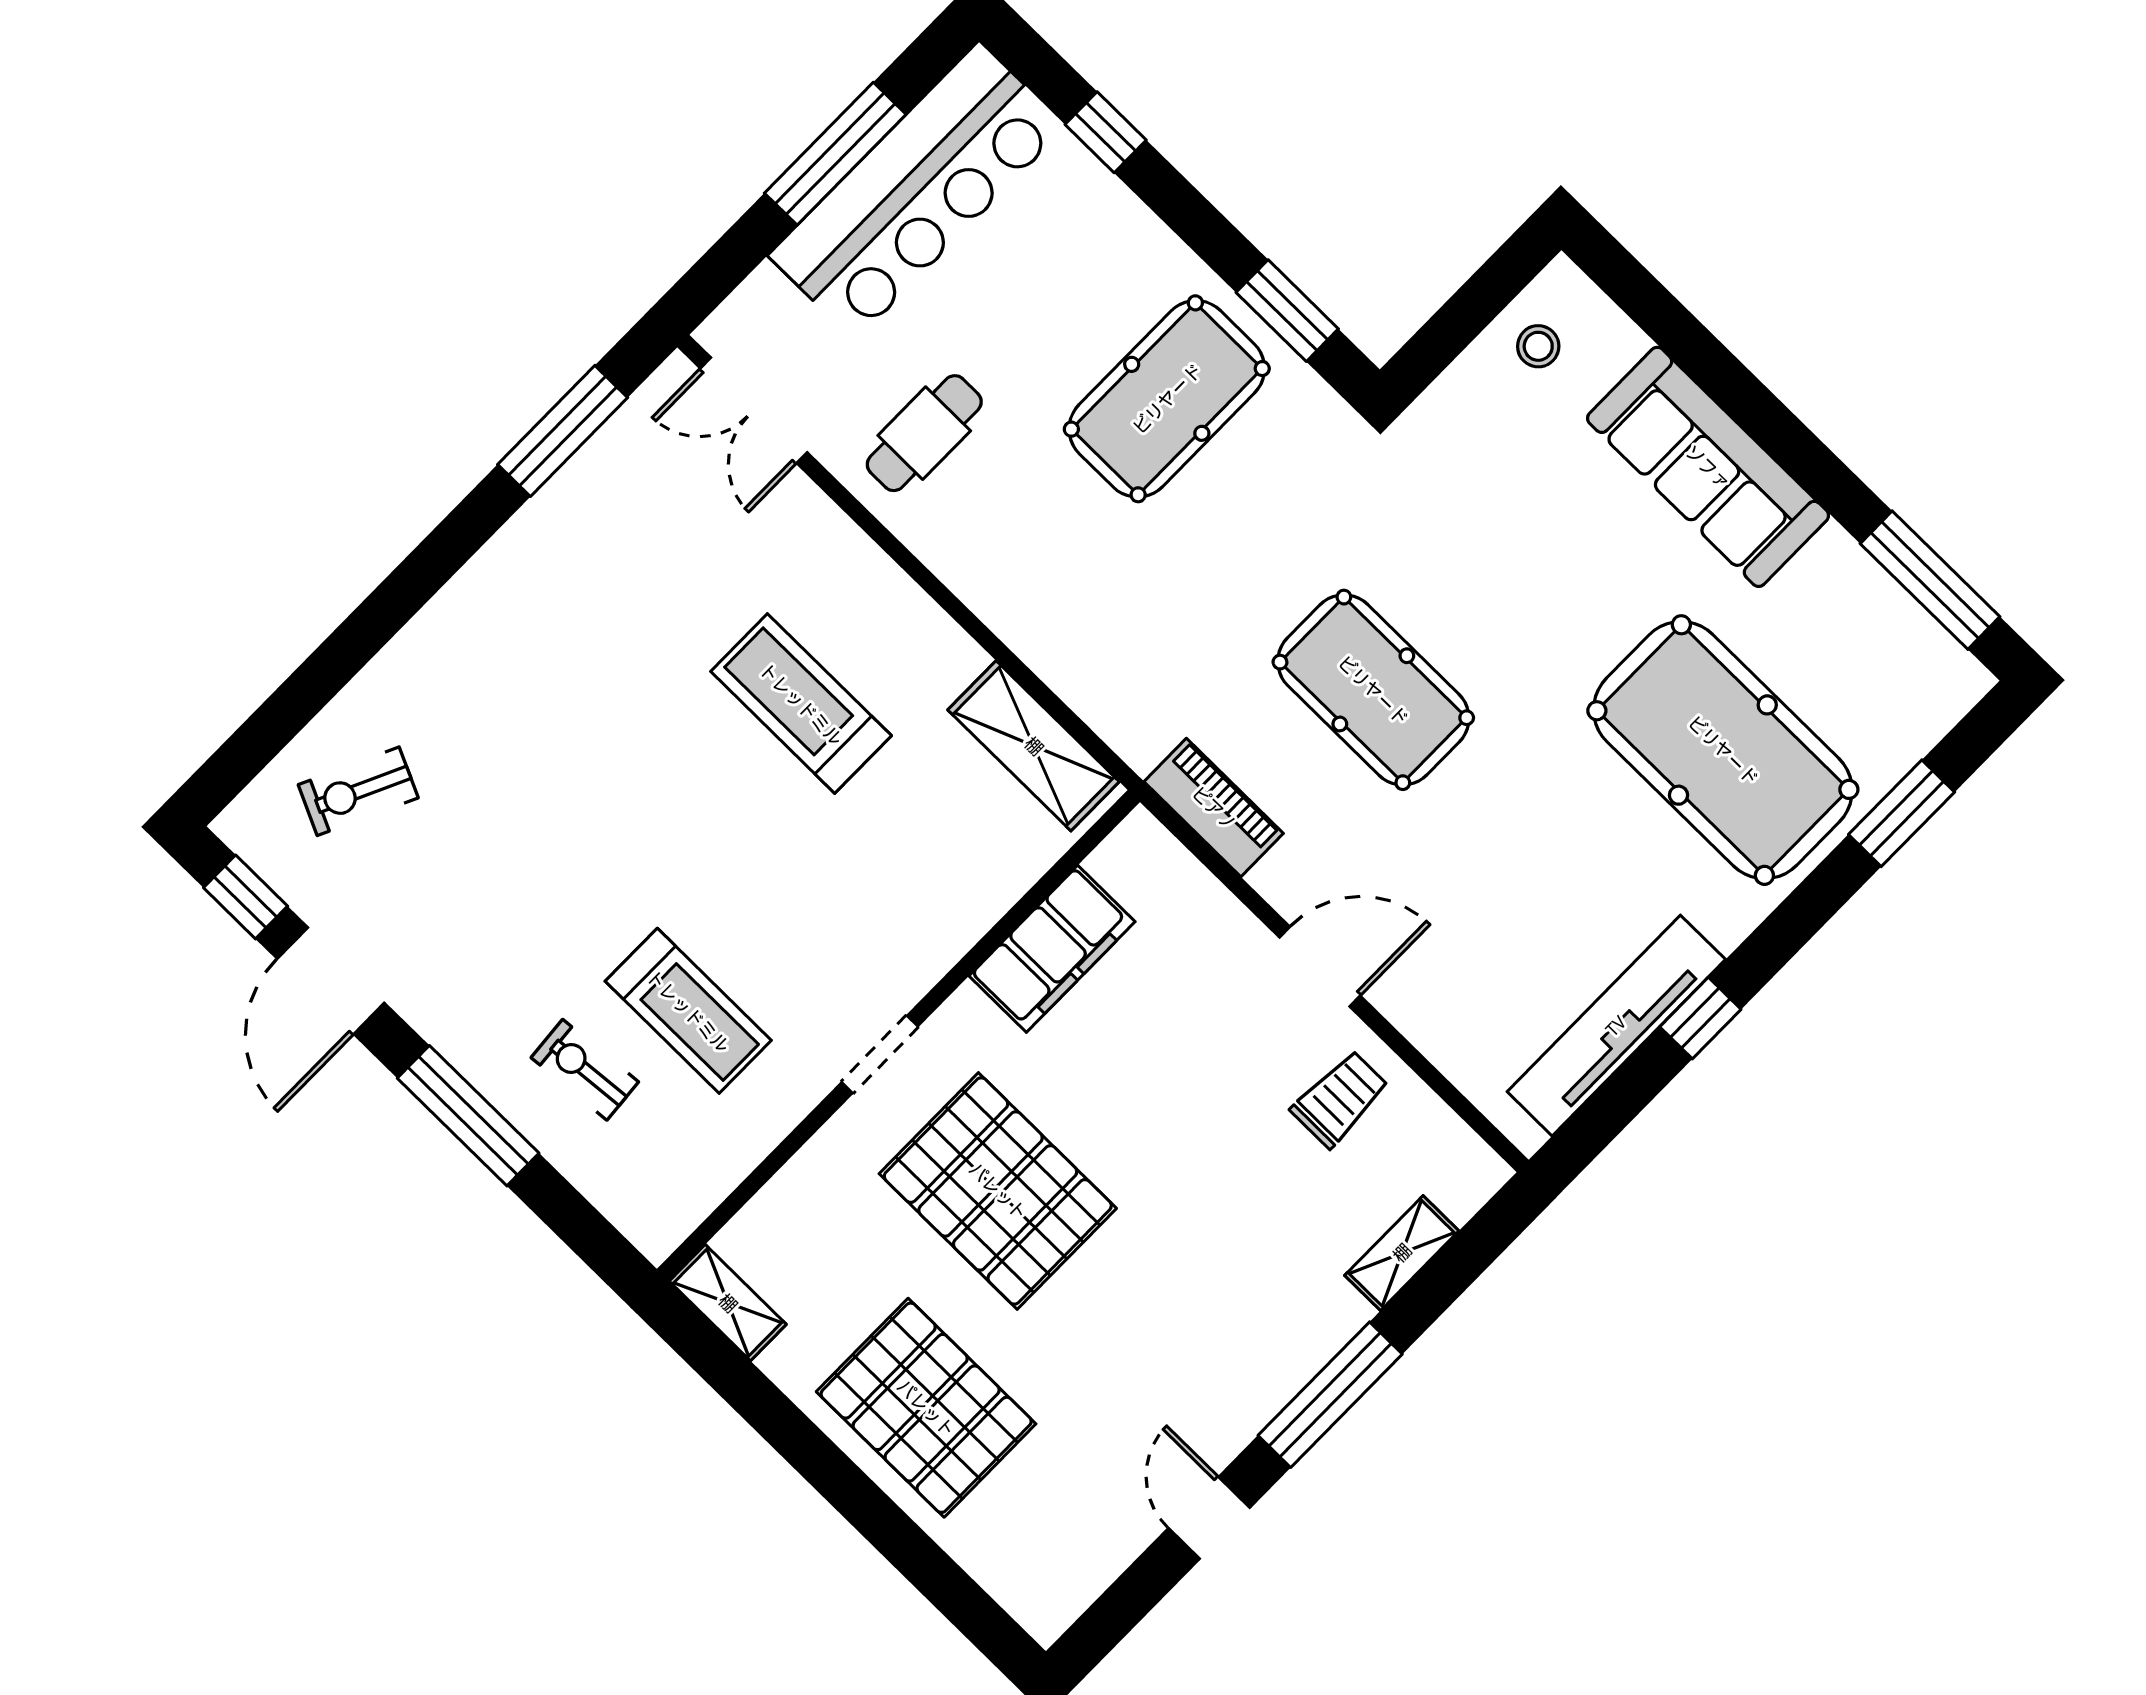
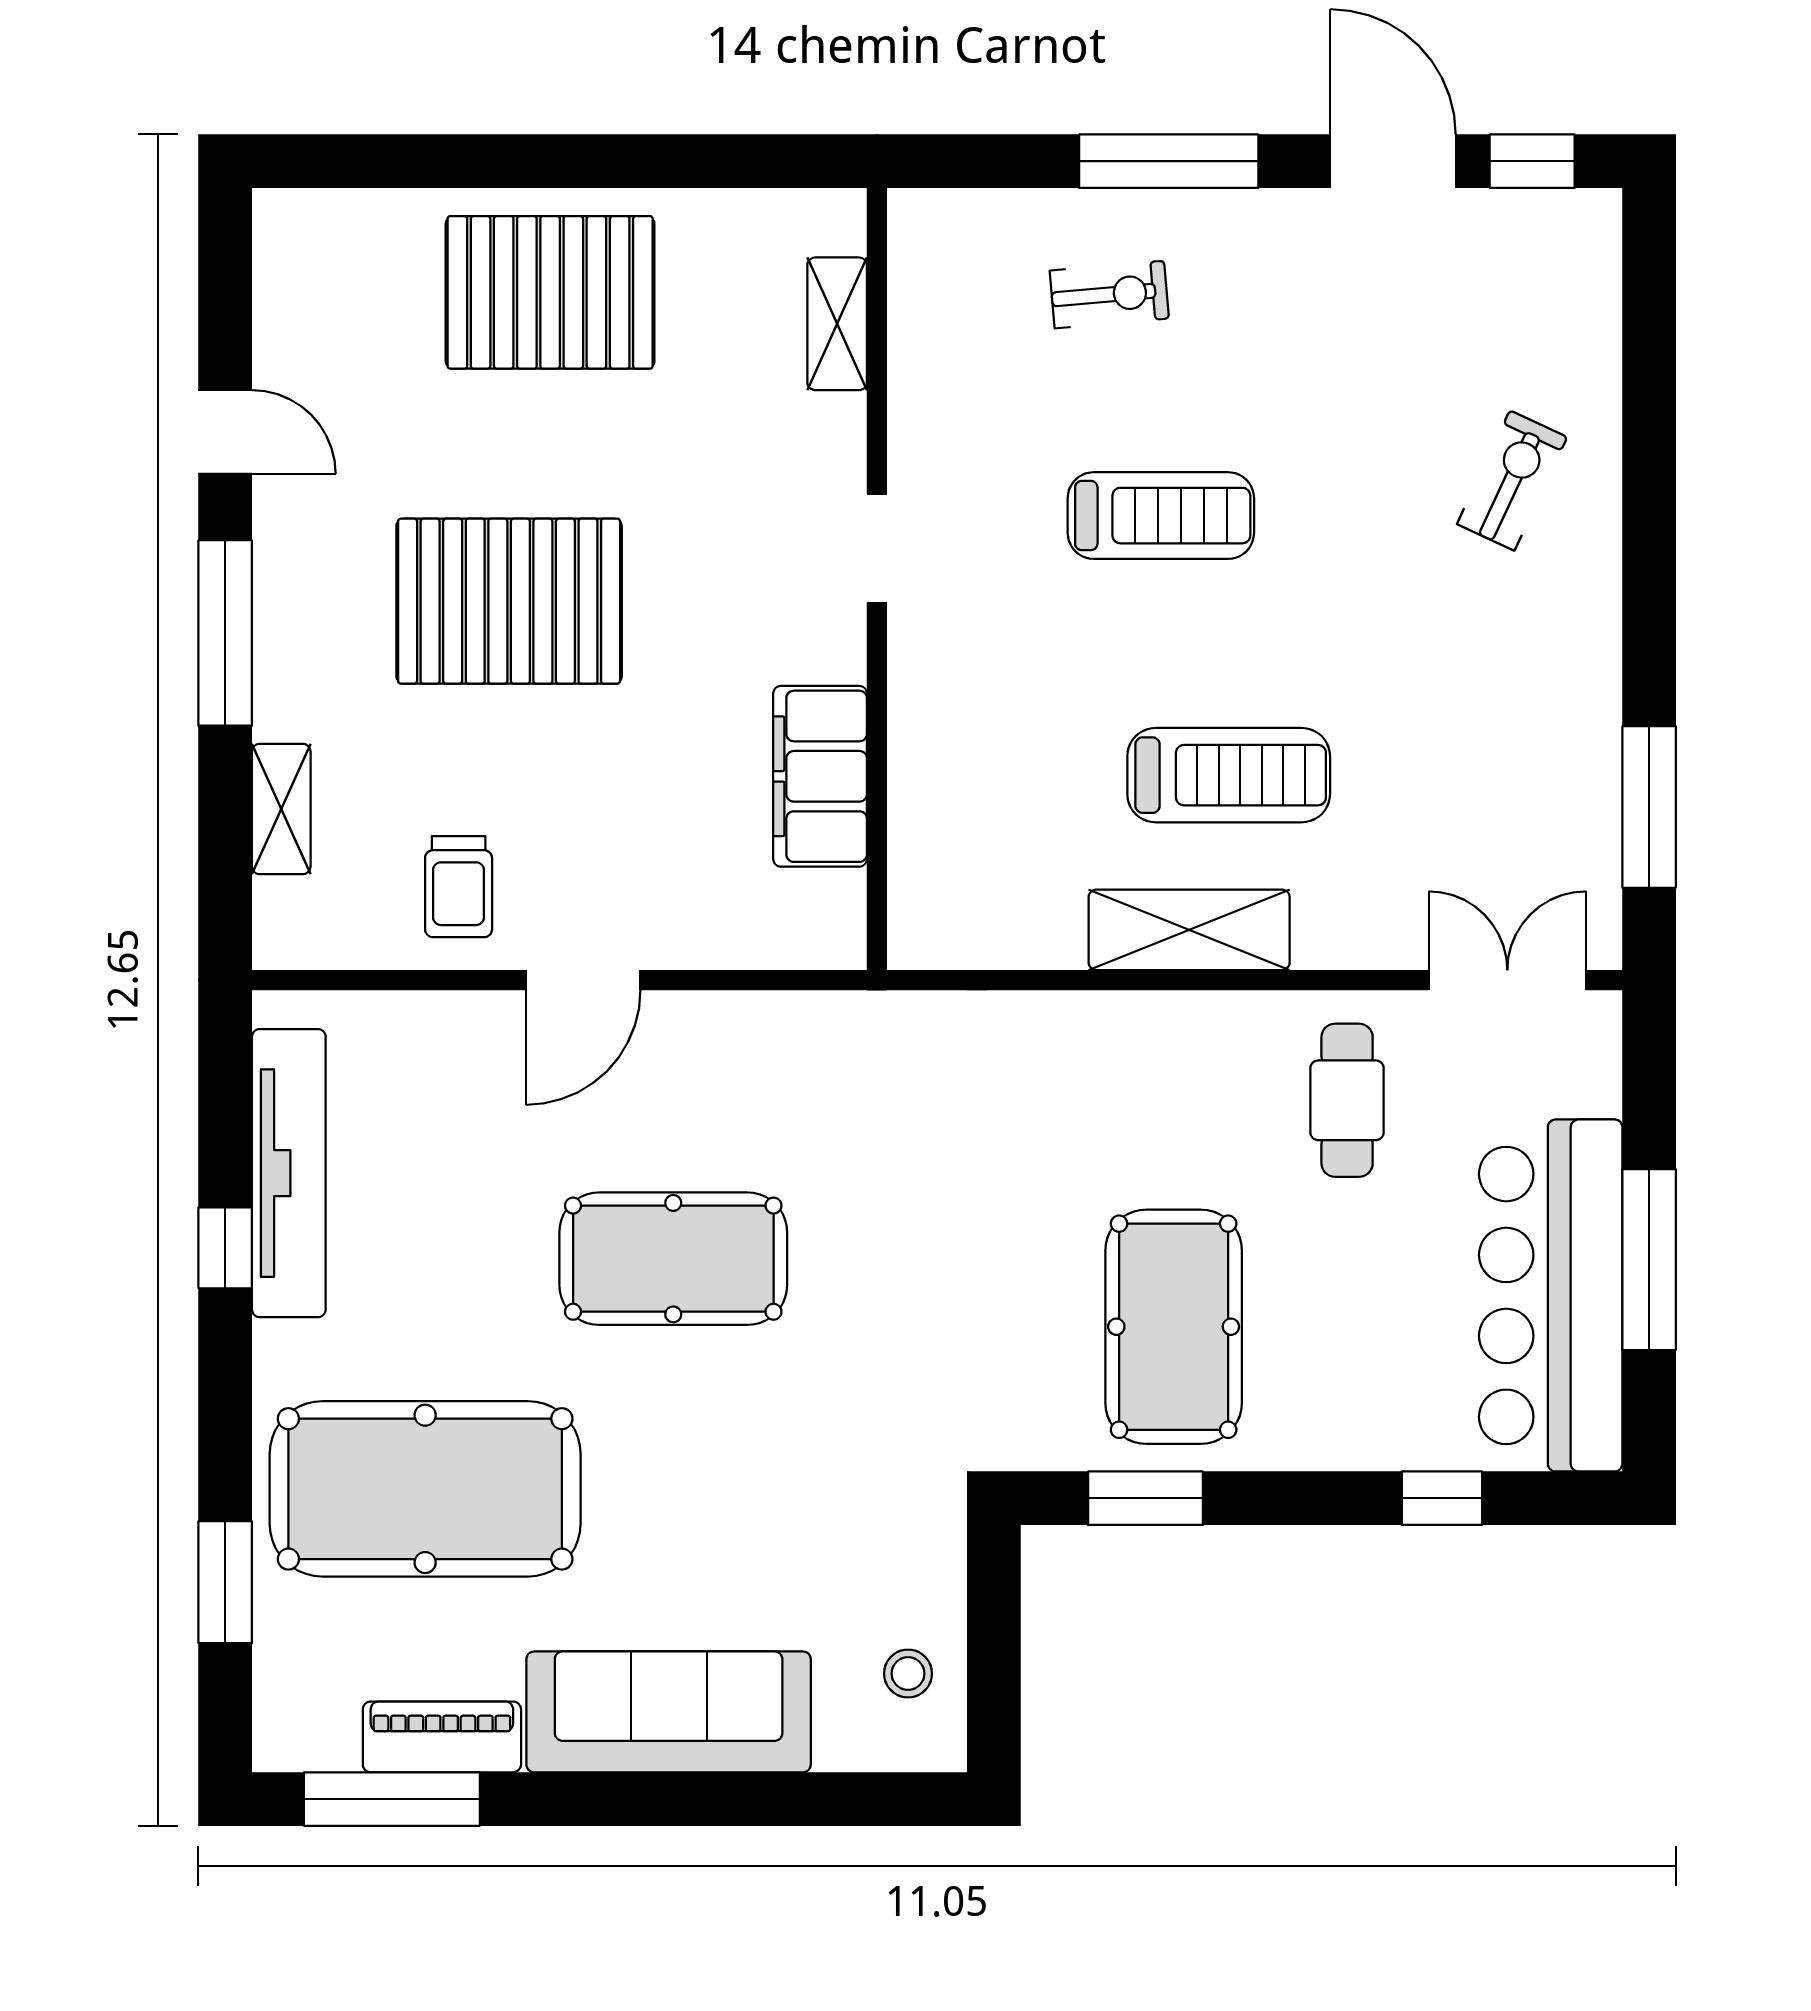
pool table: (1373, 690) -> (673, 1259), moved
shelving: (1034, 746) -> (1189, 930), moved
exercise bike: (358, 791) -> (1512, 481), moved
piano: (1214, 808) -> (442, 1737), moved, turned 180
treadmill: (688, 1011) -> (1161, 516), moved, turned 180
pallet: (998, 1191) -> (509, 601), moved
shelving: (728, 1303) -> (837, 324), moved, turned 90

